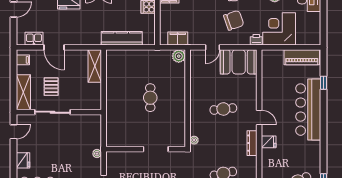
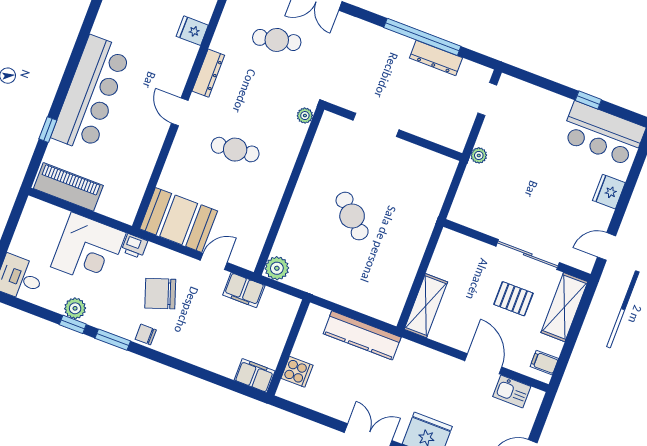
filing cabinet: (178, 38) -> (244, 290), moved
pallet: (51, 87) -> (513, 299), turned 90
cafe table: (150, 98) -> (352, 216), turned -46
fridge: (269, 142) -> (192, 31), moved

